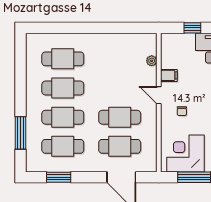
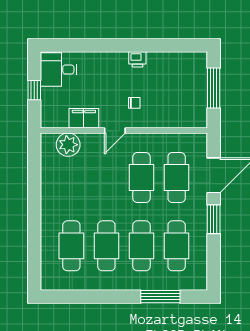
plant: (152, 61) -> (68, 145), width x1.88, depth x1.88
filing cabinet: (169, 75) -> (84, 118), width x2.00
corner desk: (185, 153) -> (185, 98), removed
window: (59, 177) -> (214, 219), moved

